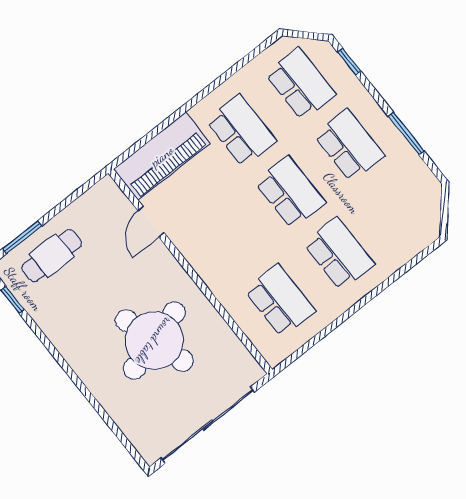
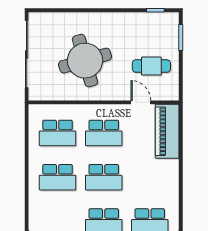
school desk: (241, 131) -> (104, 133), moved
cafe table: (52, 256) -> (151, 66), moved, turned 90

